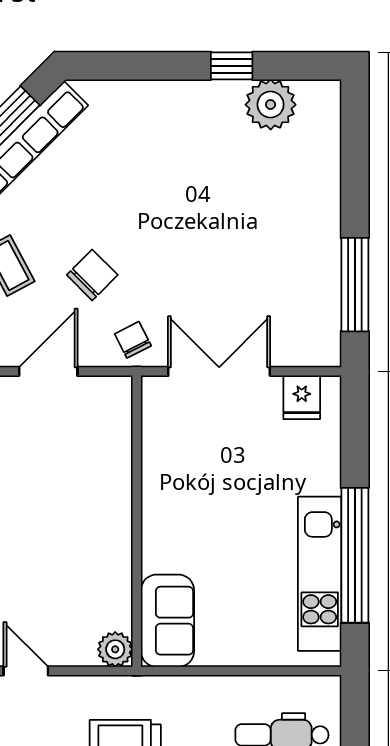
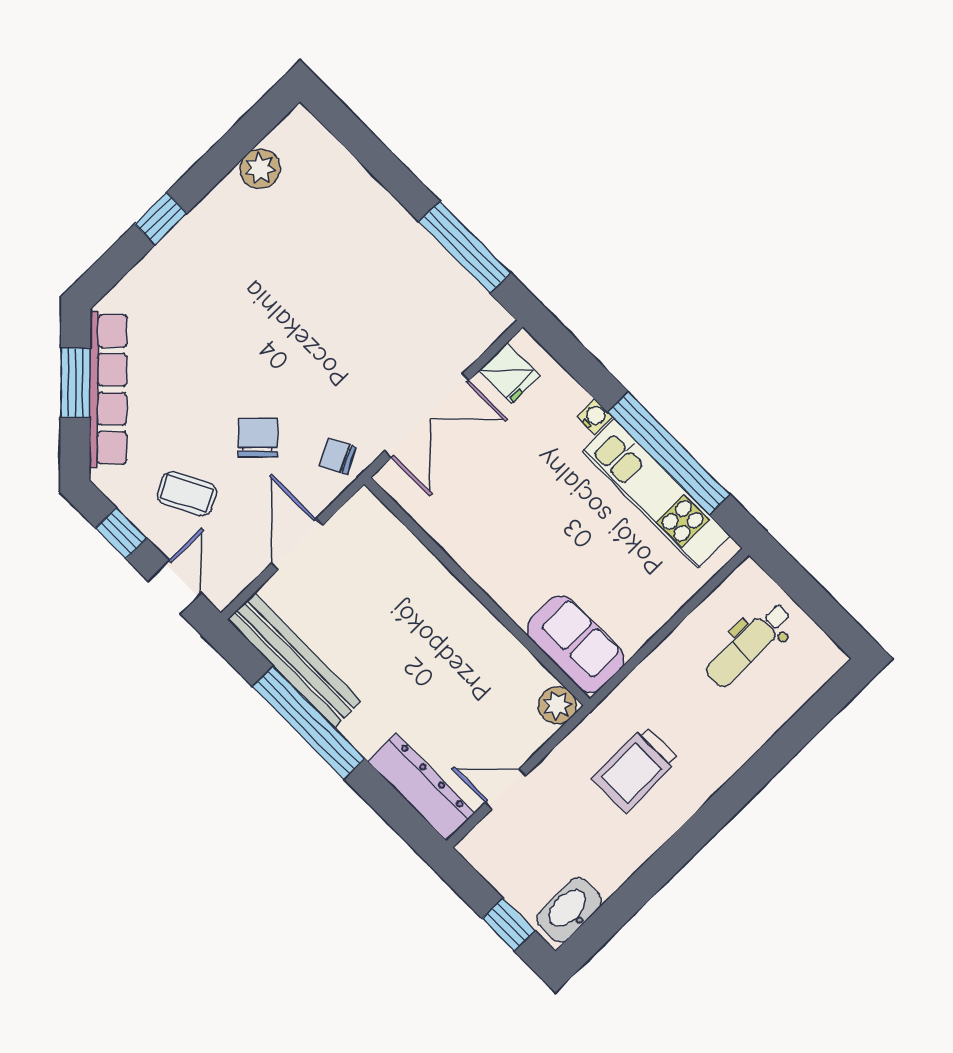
window: (232, 66) -> (161, 219), moved
plant: (271, 105) -> (260, 169), width x0.73, depth x0.73
double door: (219, 371) -> (427, 416), swing flipped
water cooler: (329, 482) -> (594, 417), added

